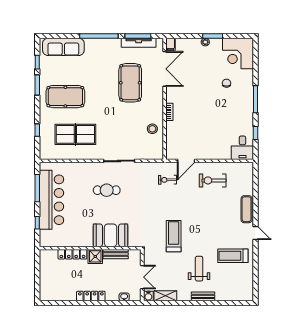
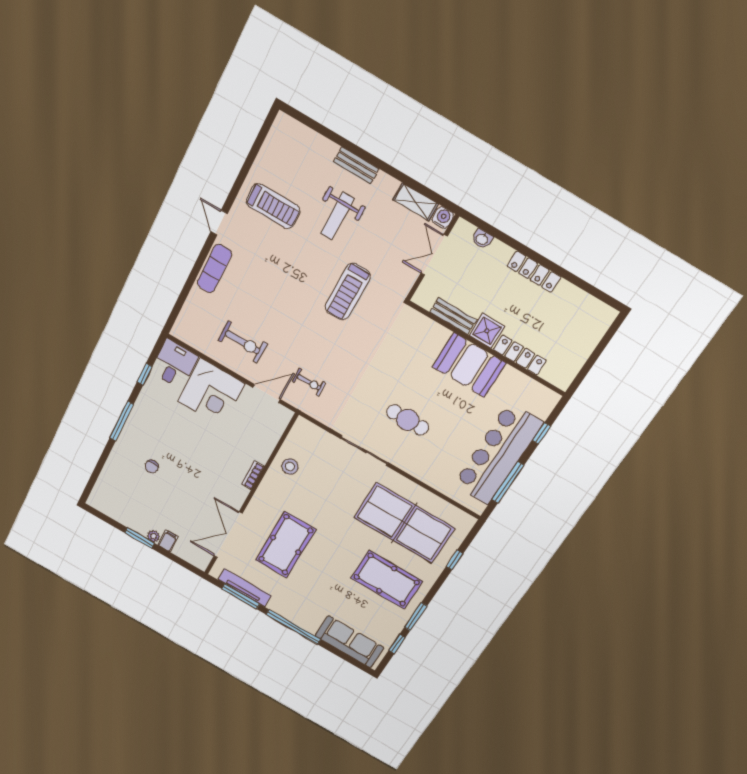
filing cabinet: (170, 44) -> (168, 541), moved
corner desk: (238, 53) -> (211, 392), moved, turned 90
table tennis table: (75, 134) -> (404, 523), width x1.36, depth x1.32
booth: (111, 235) -> (469, 365), moved

